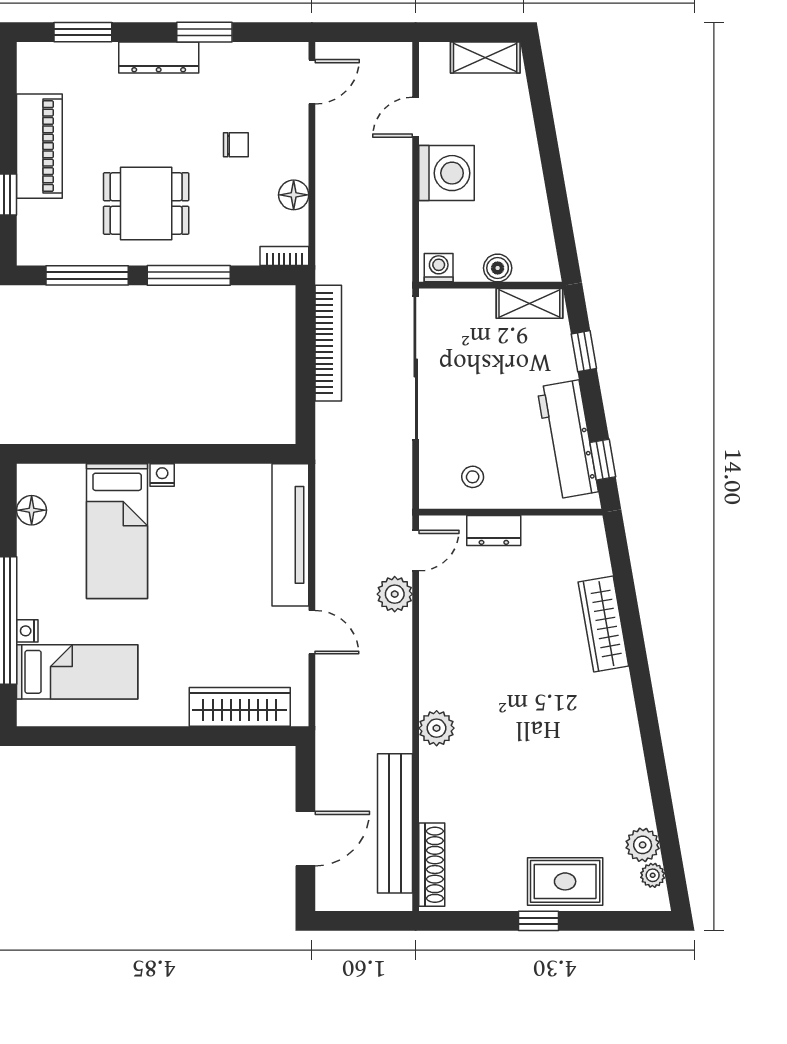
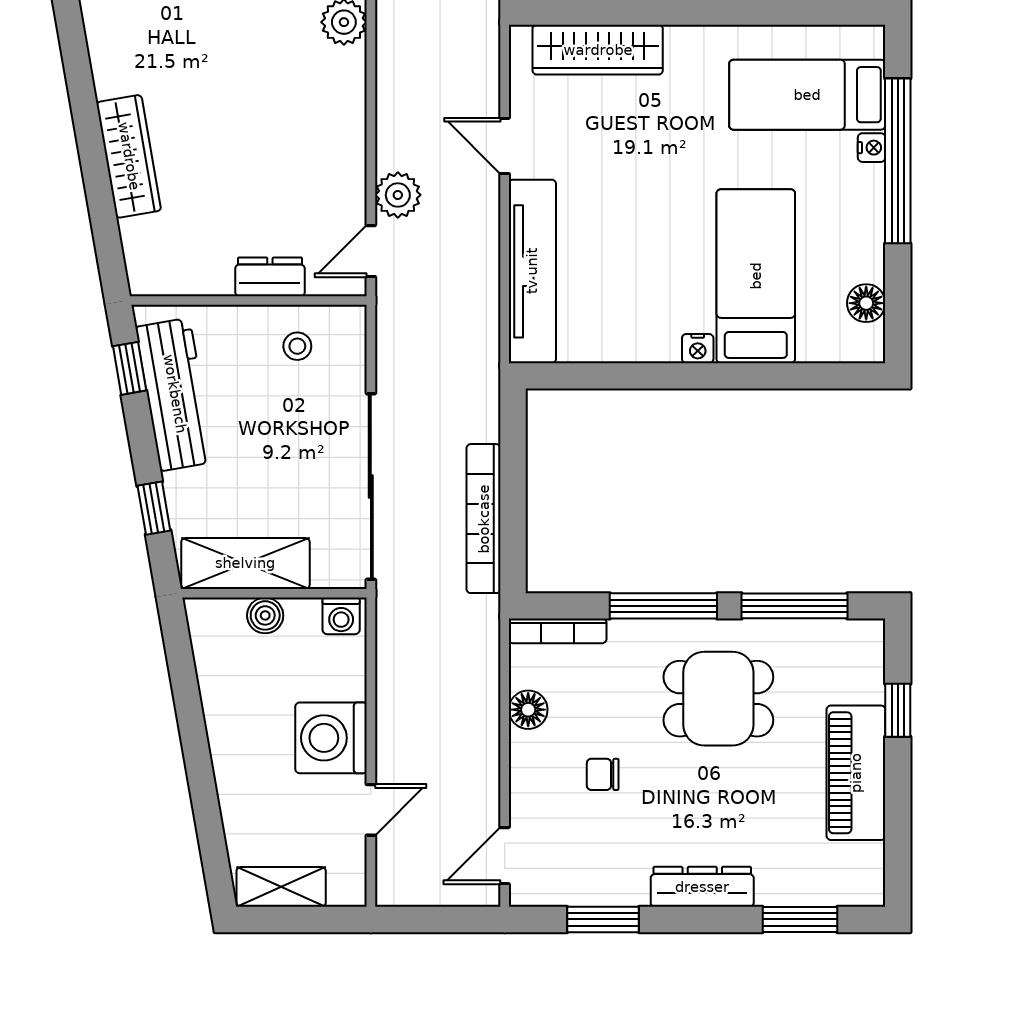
window: (204, 32) -> (603, 919), moved
bookcase: (284, 256) -> (558, 631), width x1.56
shelving: (529, 303) -> (245, 563), width x1.50, depth x1.33

